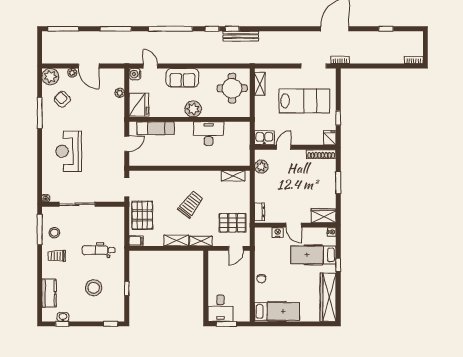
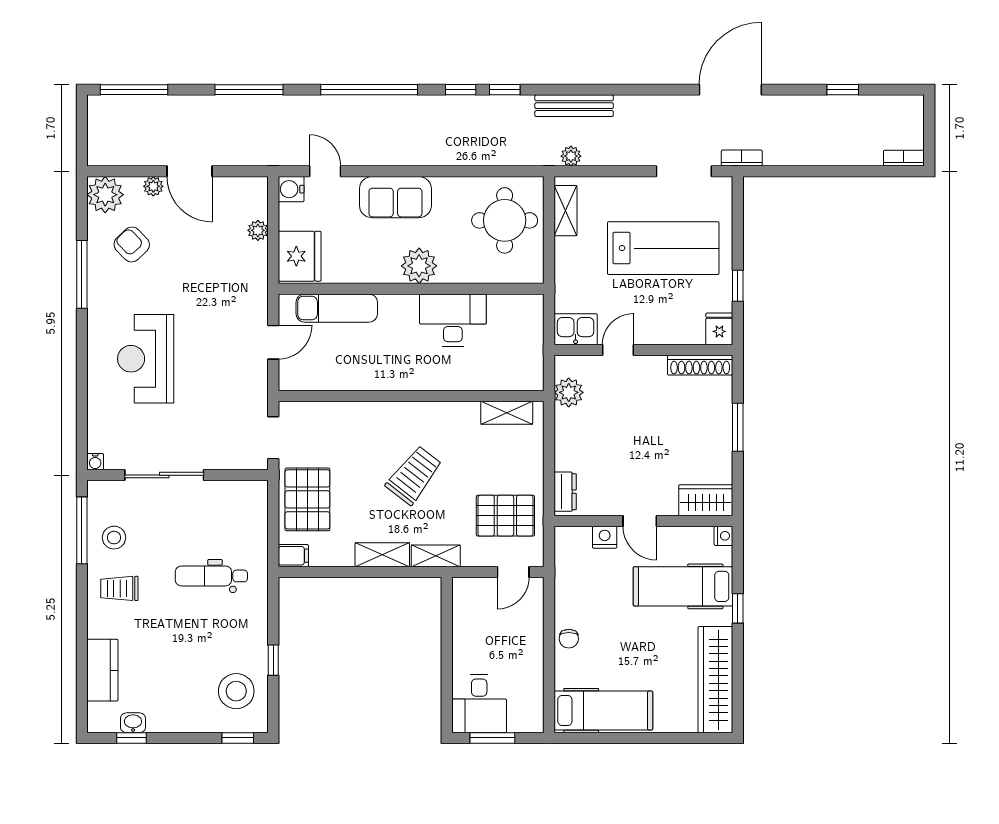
bench: (241, 36) -> (574, 106), moved
plant: (262, 59) -> (571, 156), added
stool: (94, 288) -> (236, 691), moved

